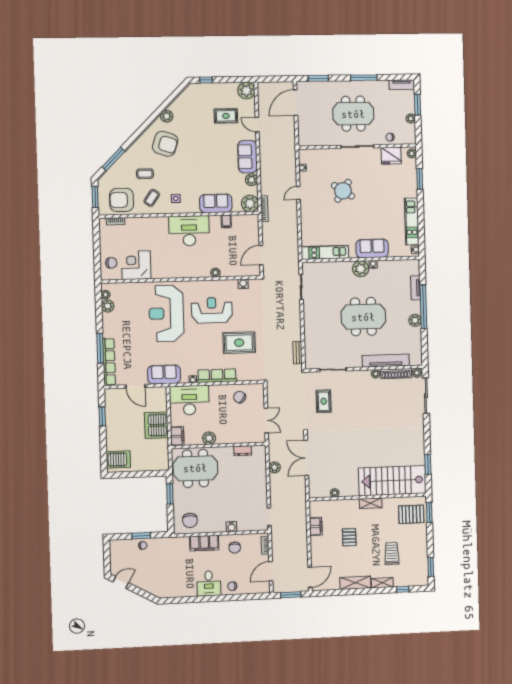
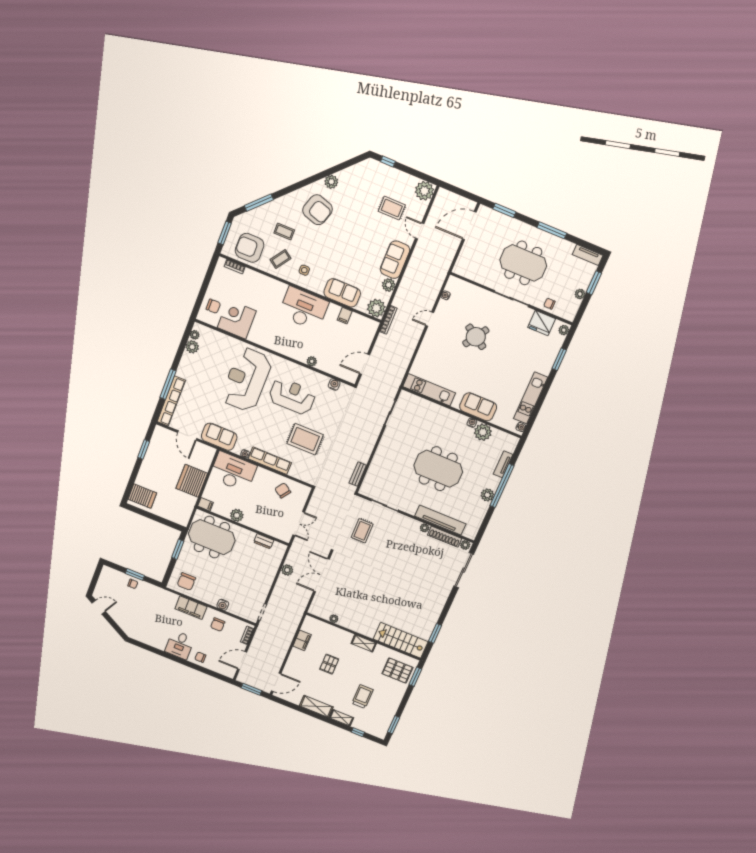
plant: (361, 269) -> (483, 432), moved
filing cabinet: (177, 436) -> (205, 504), width x0.50
stairs: (392, 481) -> (401, 640), width x0.73, depth x0.66

